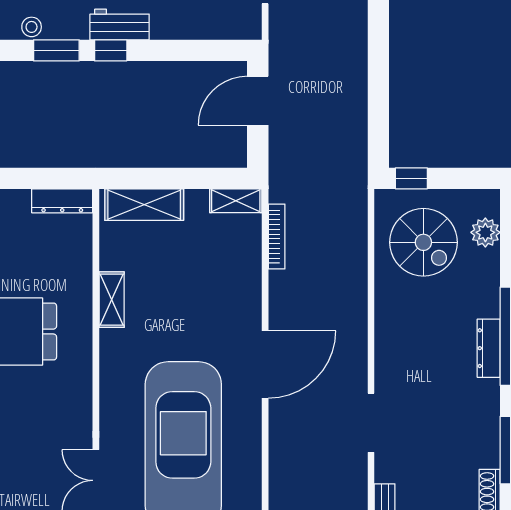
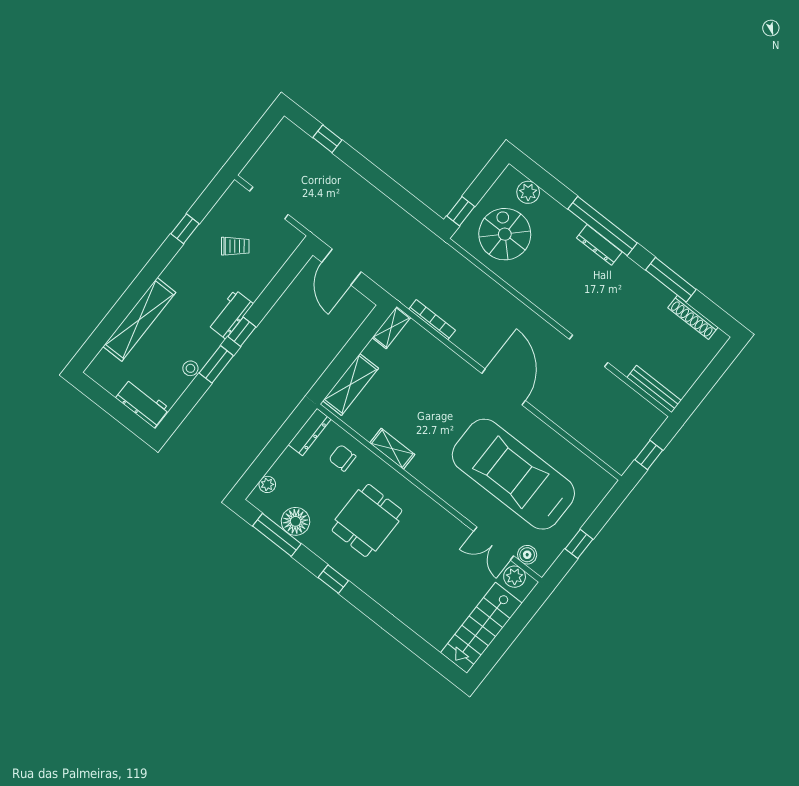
spiral stairs: (423, 242) -> (505, 234), turned -90
chair: (62, 256) -> (342, 458), added

